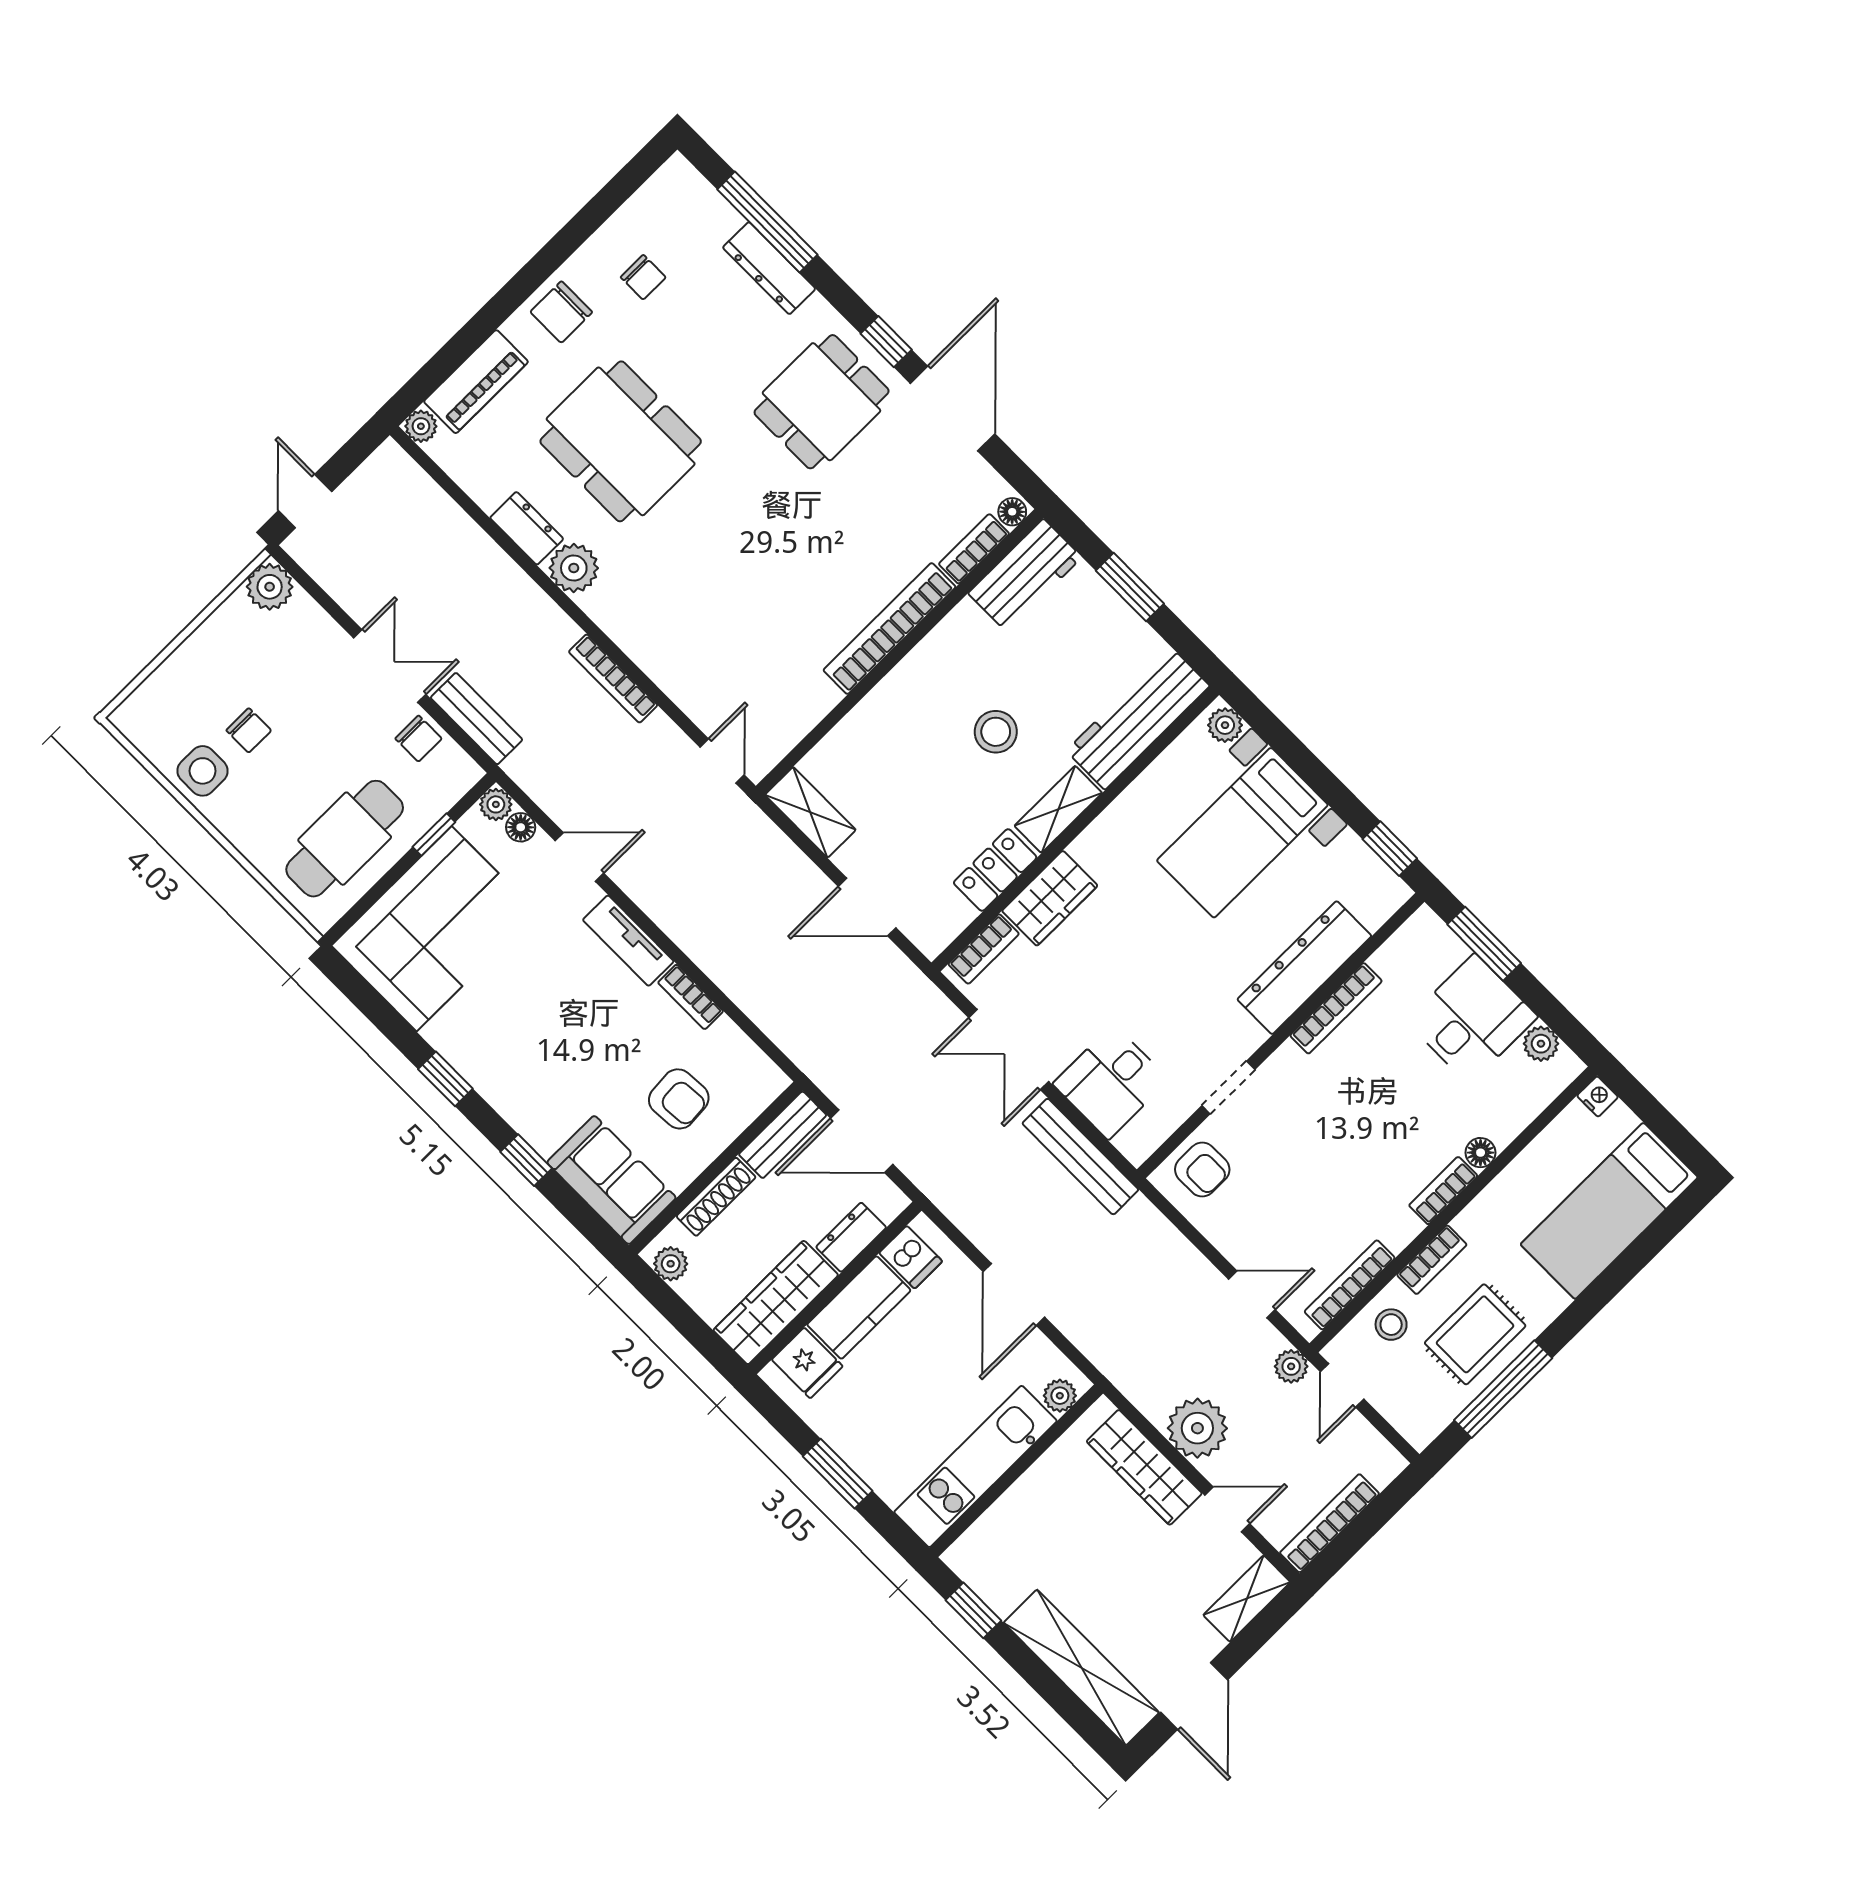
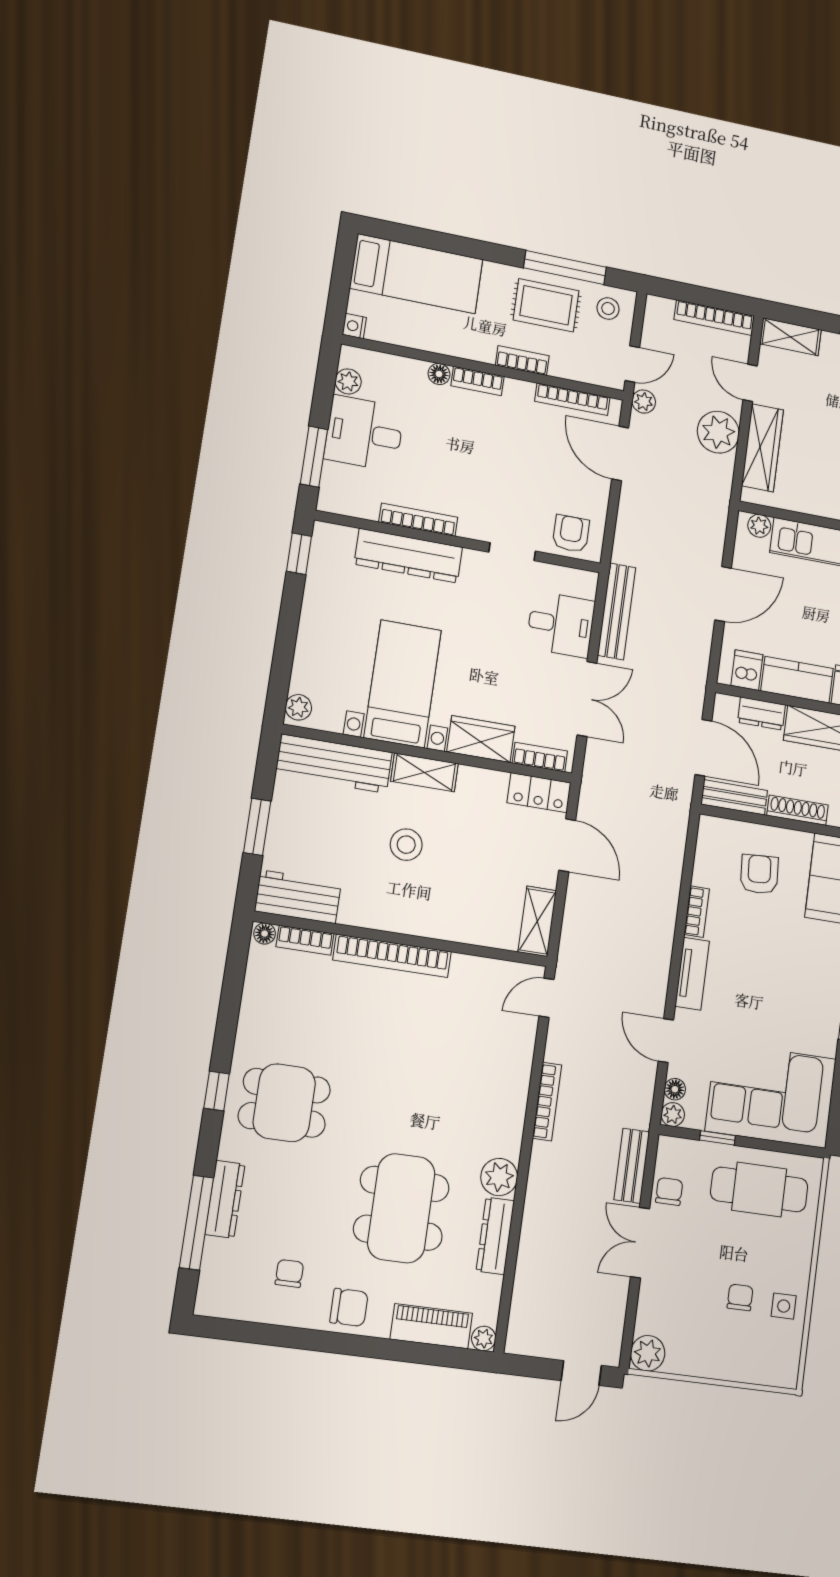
door: (953, 409) -> (228, 1018), removed
dresser: (527, 528) -> (495, 1236), width x1.44
side table: (203, 771) -> (784, 1306), width x0.73, depth x0.73
bed with nightstands: (1242, 833) -> (403, 684), moved, turned -90
locker: (995, 870) -> (539, 793), moved
door: (1252, 1294) -> (620, 453), width x1.38
stool: (1391, 1325) -> (608, 309), moved

